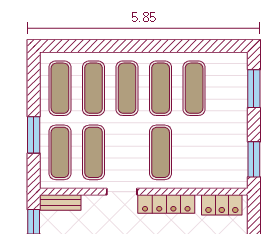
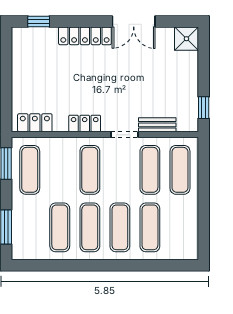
exercise mat: (60, 88) -> (30, 170), moved
window: (34, 135) -> (204, 185), removed
bench: (60, 203) -> (157, 125), moved
locker: (166, 204) -> (85, 123), width x0.66

